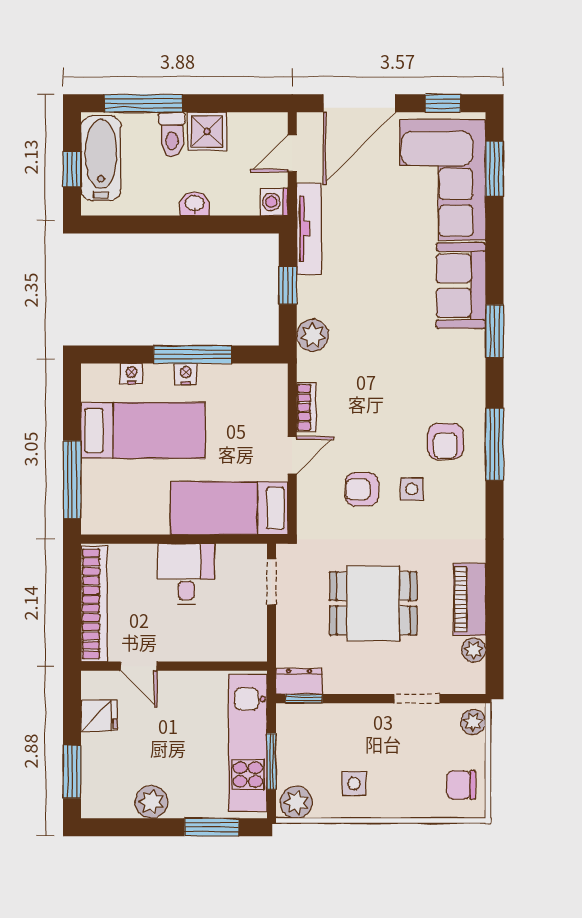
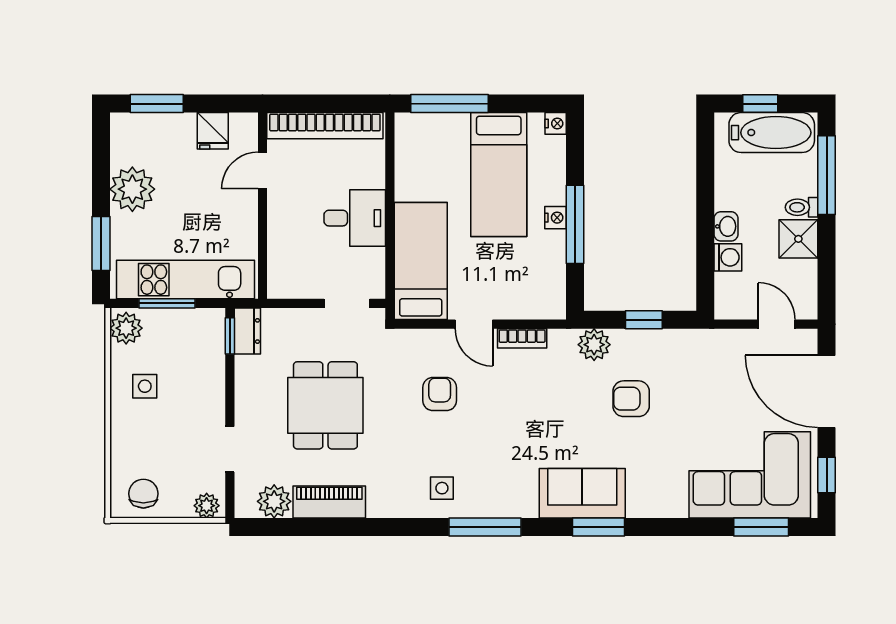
toilet: (172, 135) -> (802, 207), width x0.73, depth x0.72
washing machine: (274, 202) -> (728, 257), moved, turned 90
tv unit: (309, 229) -> (701, 341), removed
sofa: (461, 286) -> (582, 493), moved
nightstand: (131, 374) -> (556, 123), moved
armchair: (445, 441) -> (631, 399), moved
side table: (412, 489) -> (442, 488), moved
plant: (474, 650) -> (274, 501), width x1.38, depth x1.38
plant: (152, 802) -> (132, 189), width x1.36, depth x1.36

